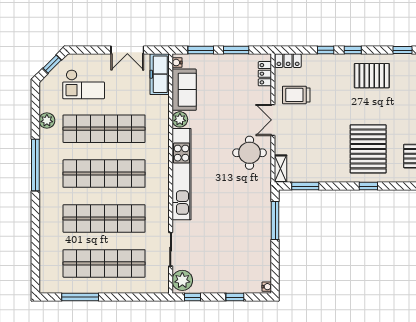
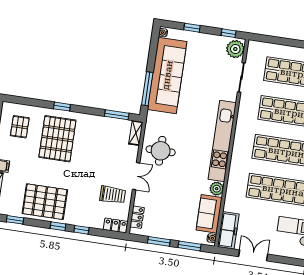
pallet: (372, 76) -> (45, 202), width x1.37, depth x1.41
sofa: (255, 239) -> (167, 75), added

